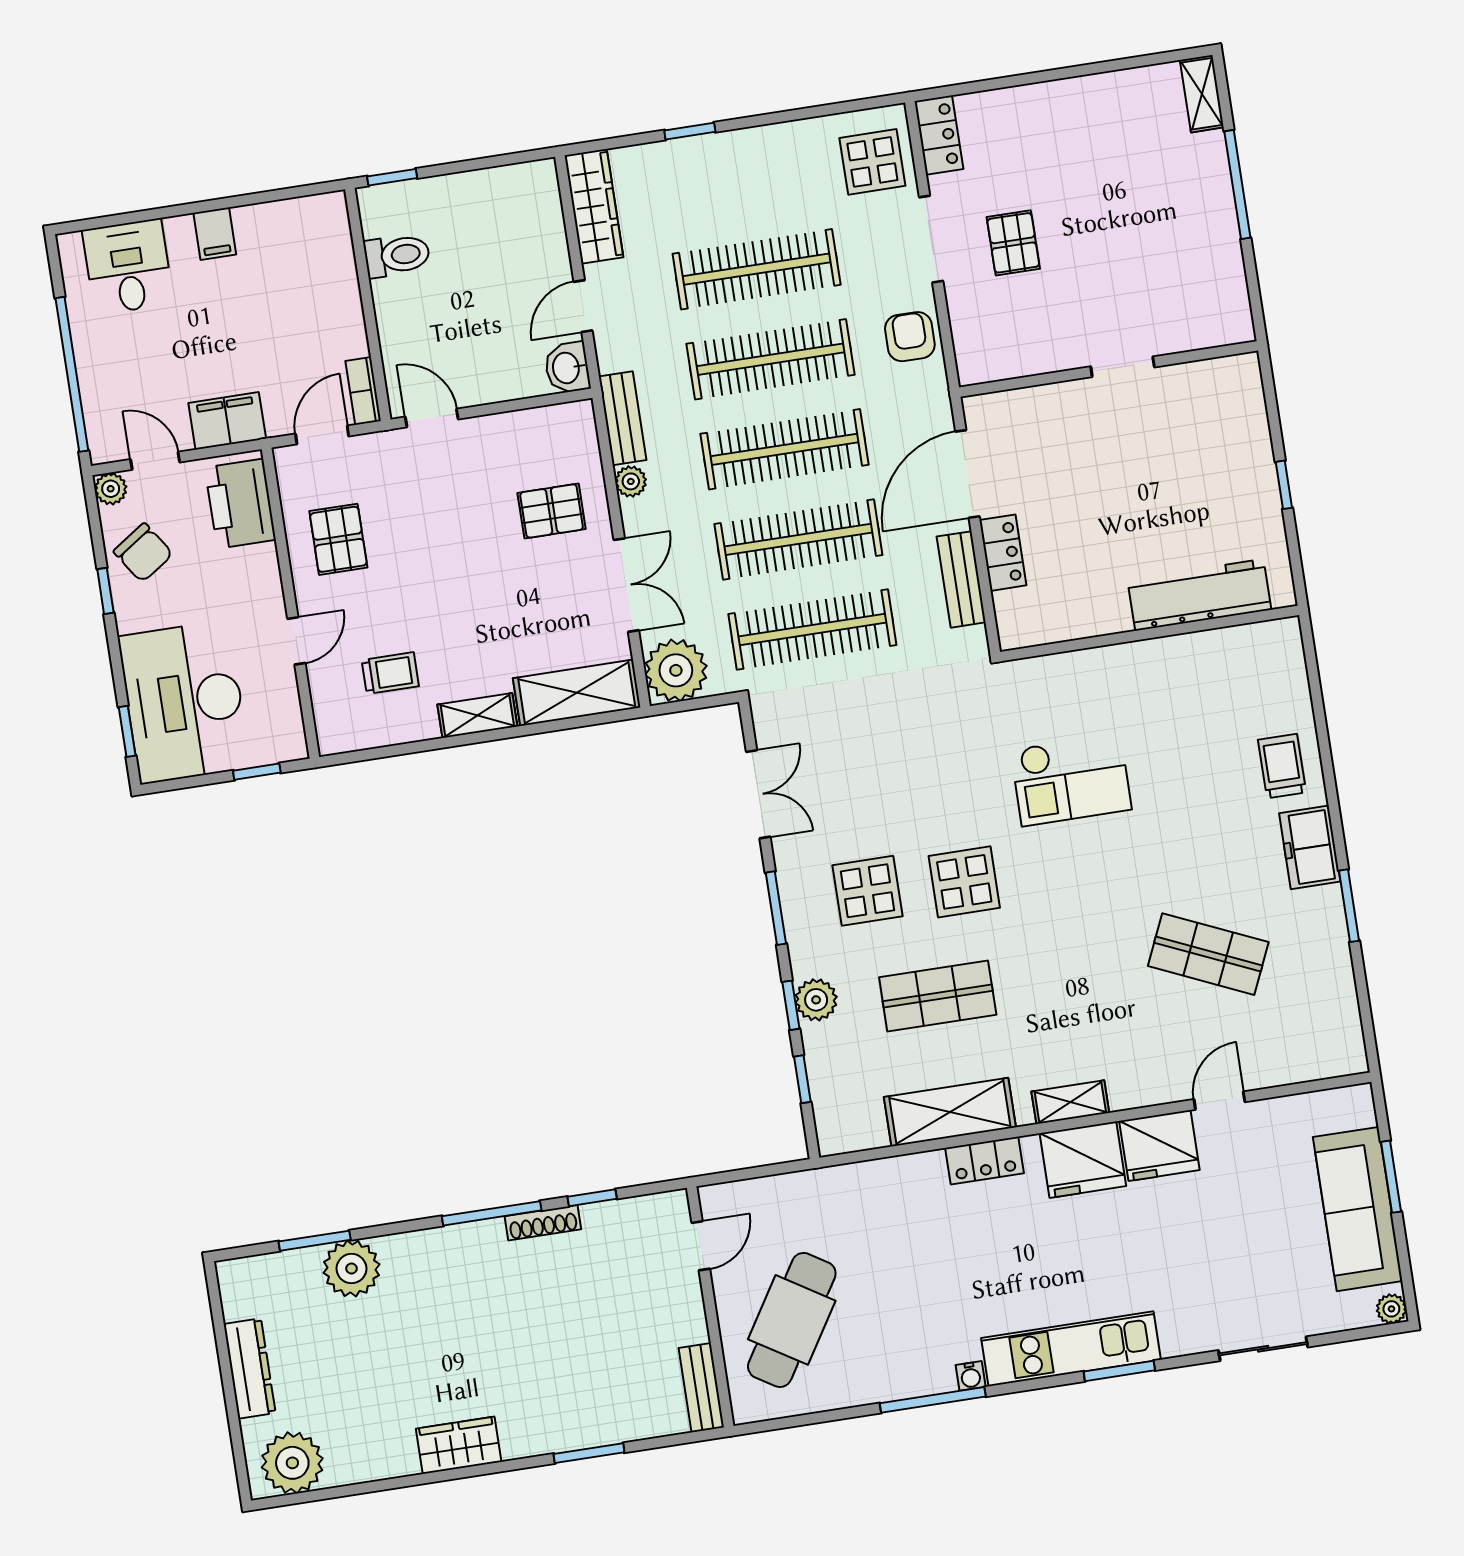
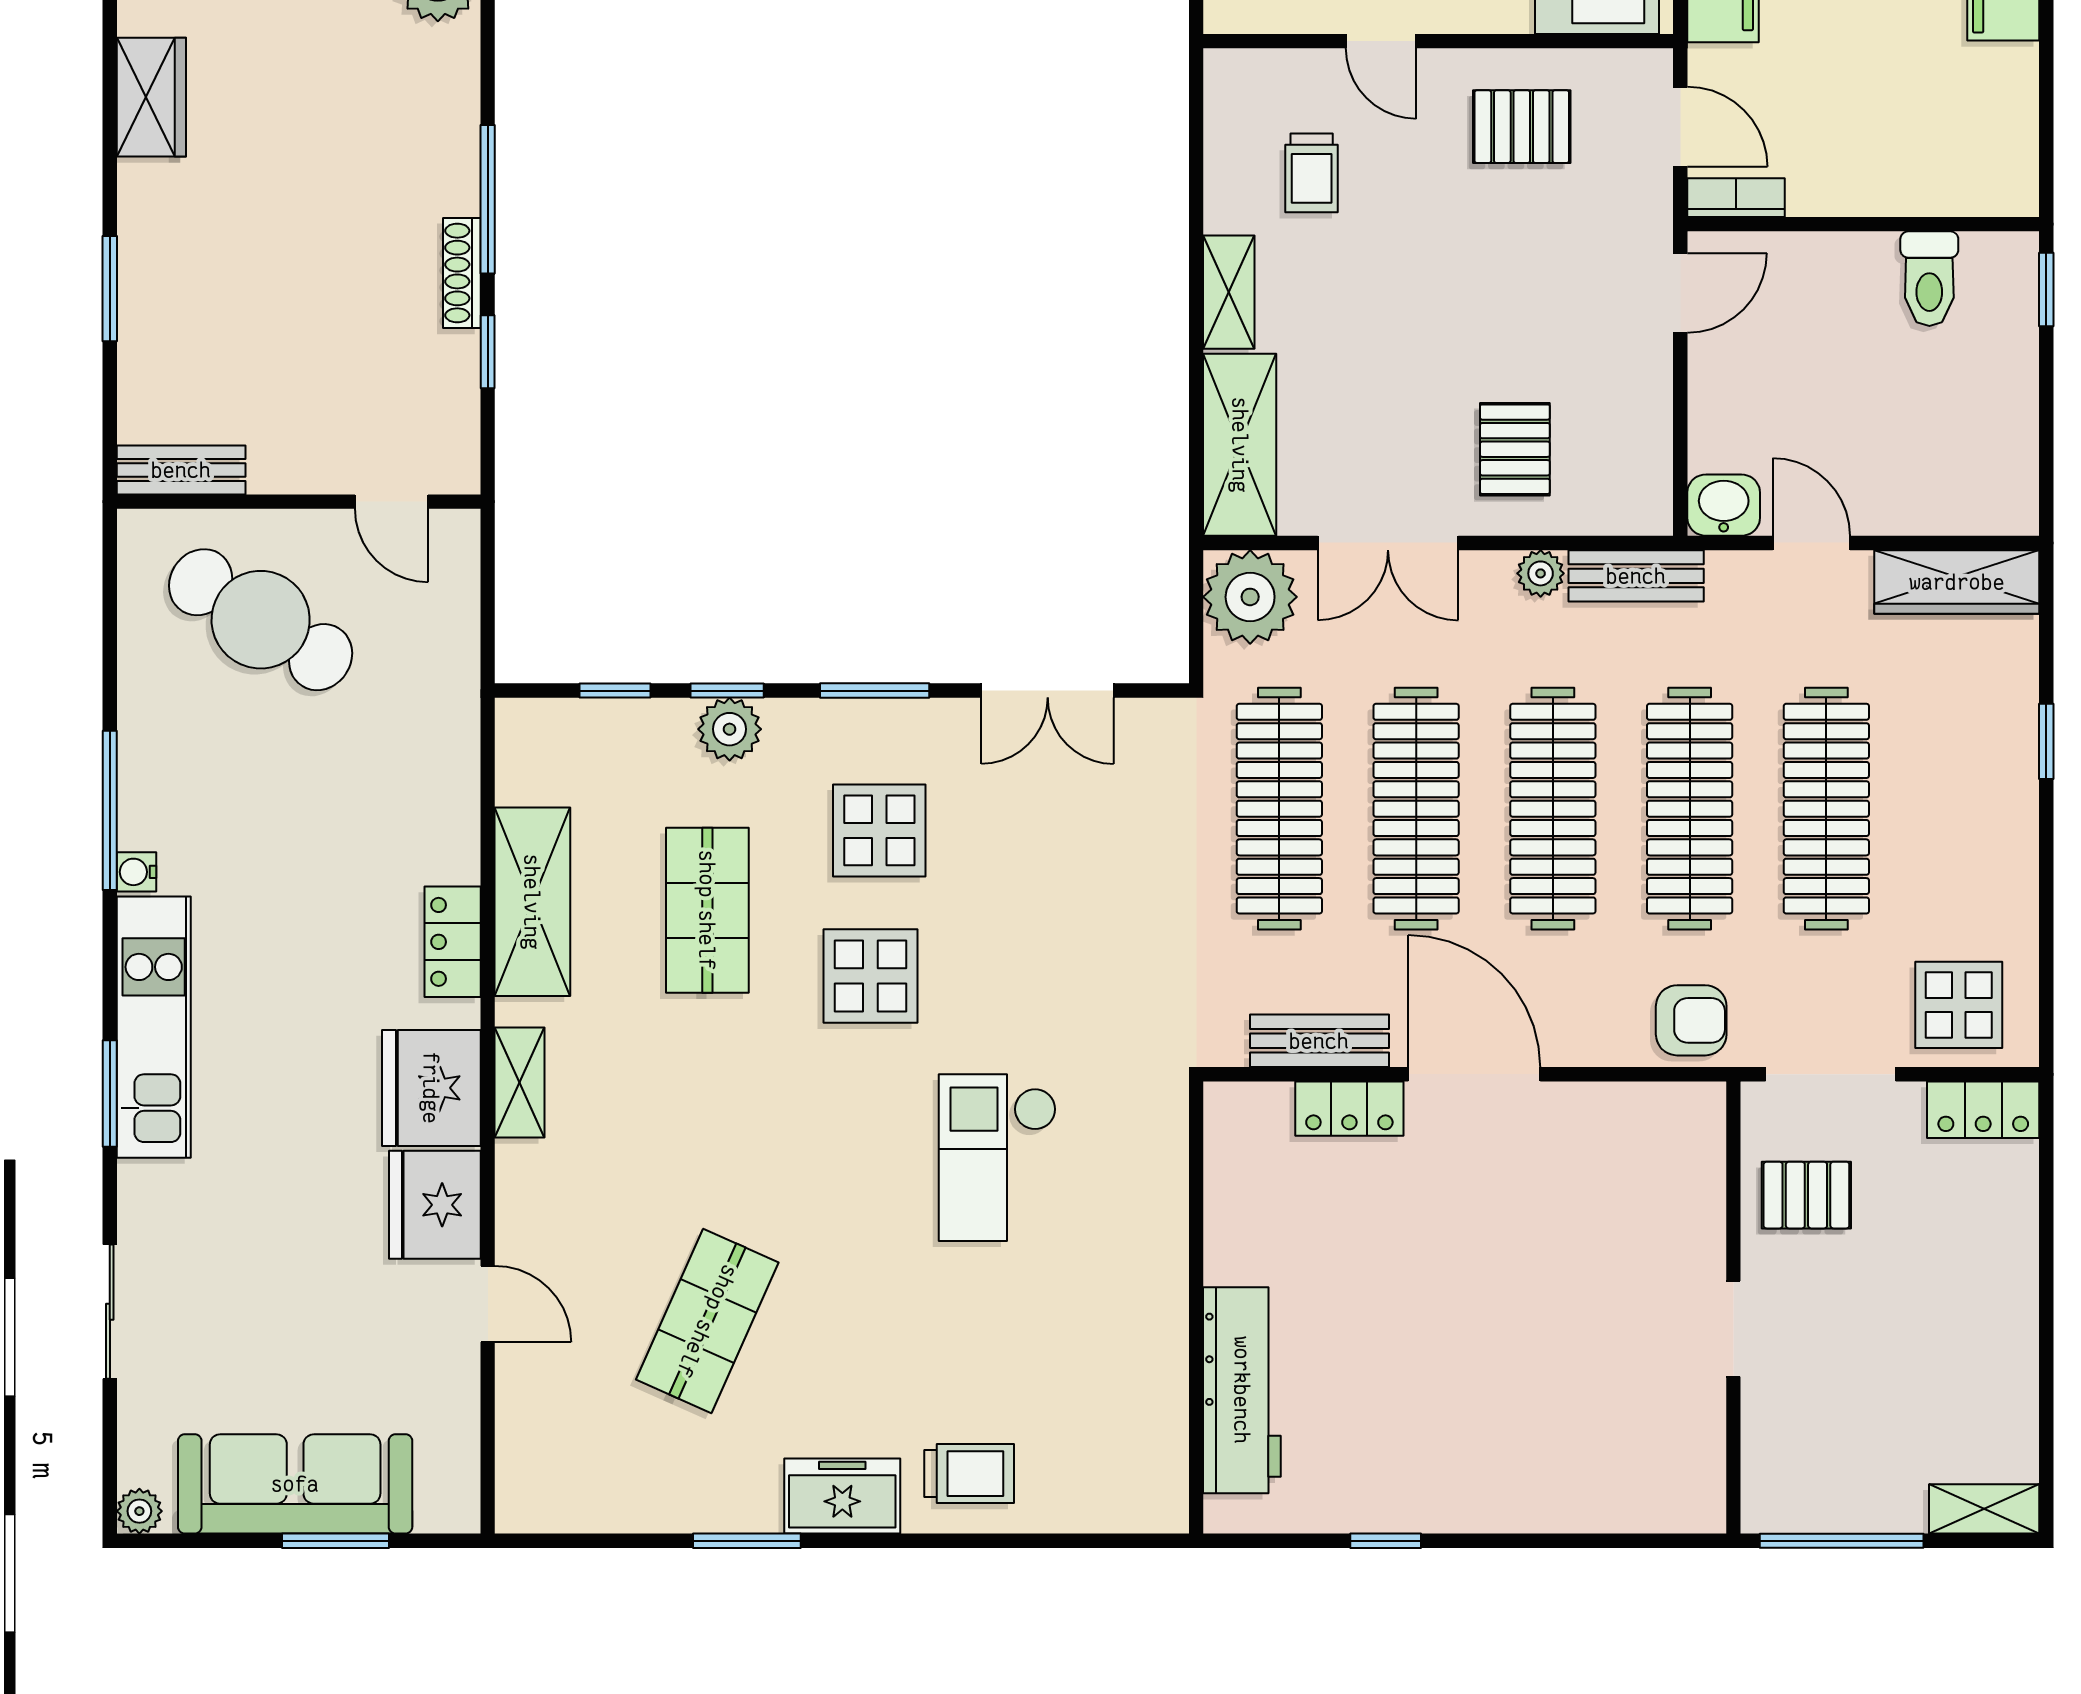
doorway: (1123, 367) -> (1733, 1329), moved
wall: (1109, 369) -> (1733, 1308), moved

